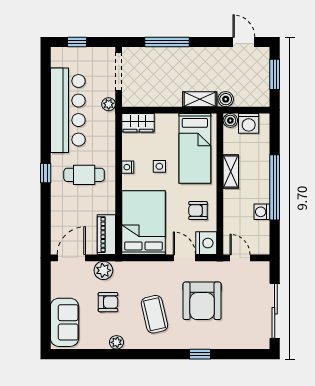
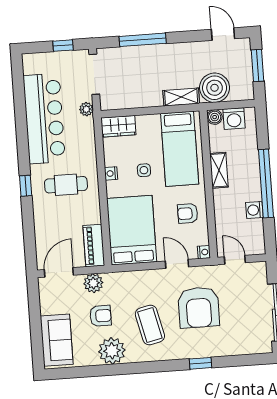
window: (77, 42) -> (63, 46), moved
boiler: (226, 99) -> (215, 88), width x1.86, depth x1.86
nightstand: (206, 243) -> (204, 252), width x0.53, depth x0.56
plant: (116, 342) -> (112, 351), width x1.88, depth x1.88

